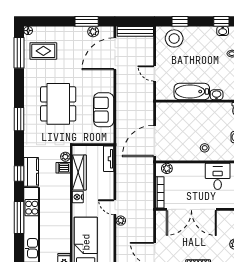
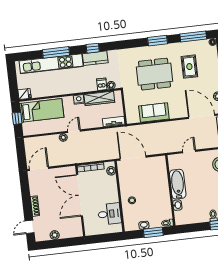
rug: (43, 51) -> (189, 67), moved
window: (19, 119) -> (158, 41), moved

